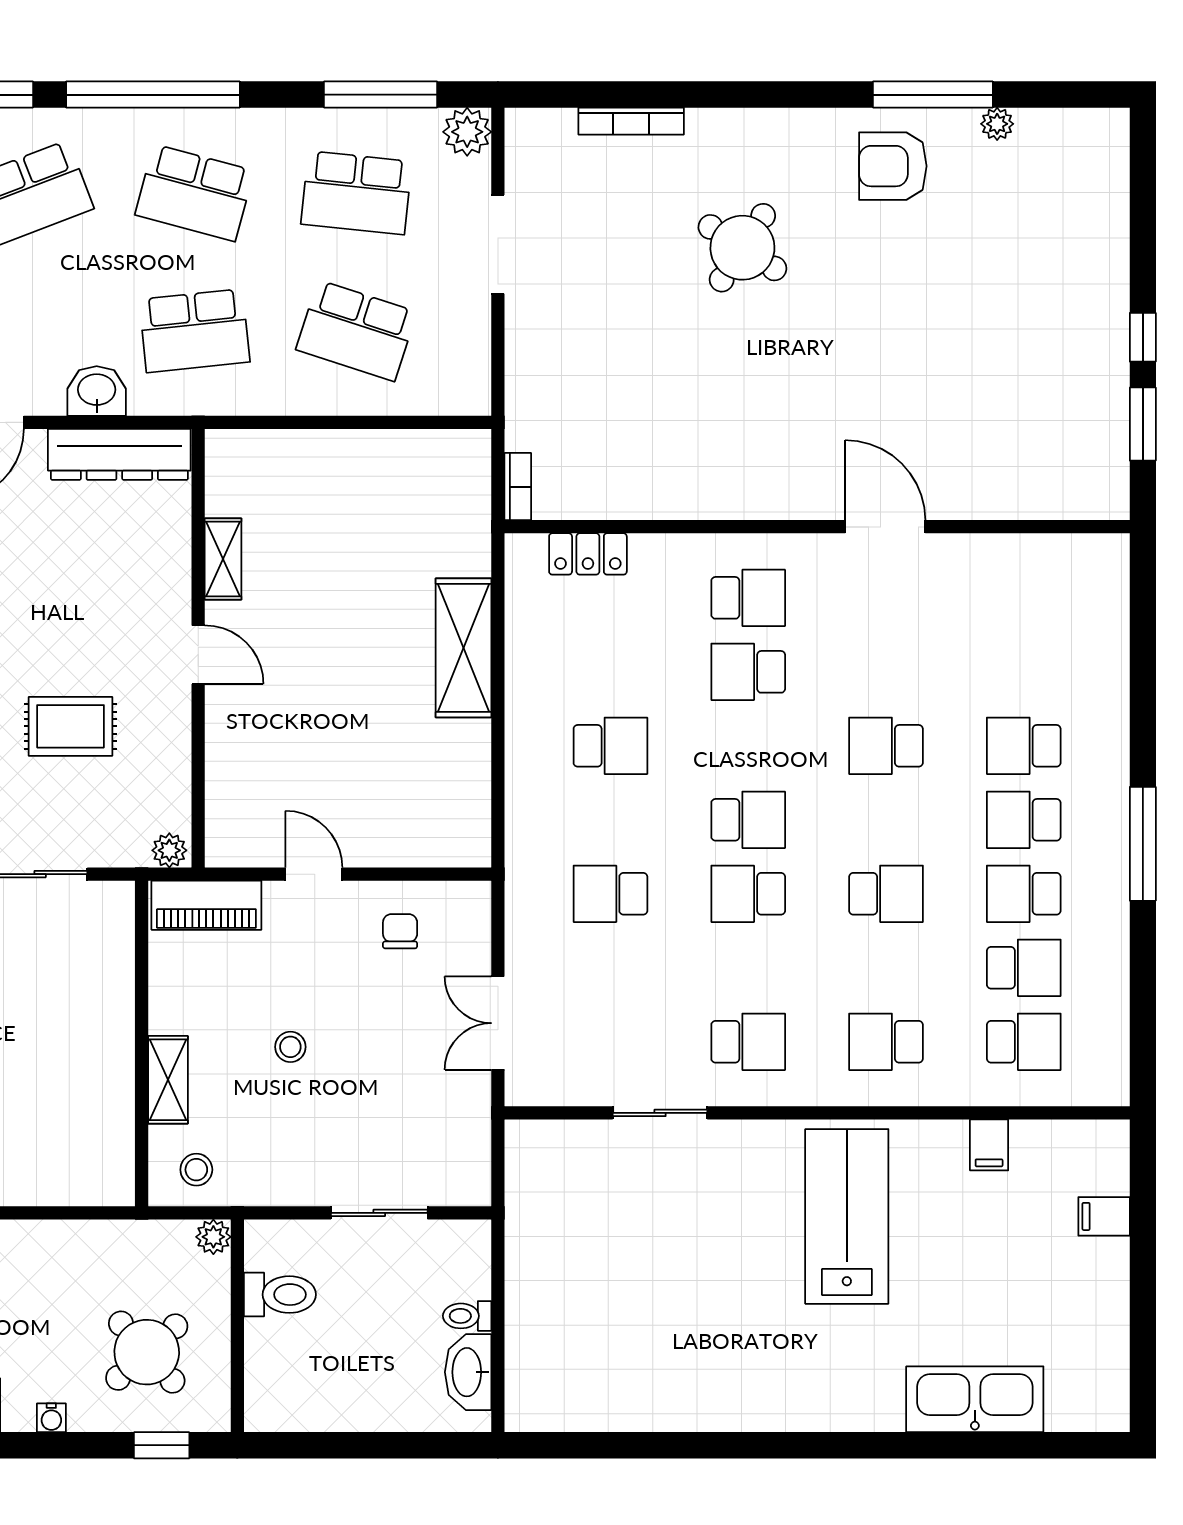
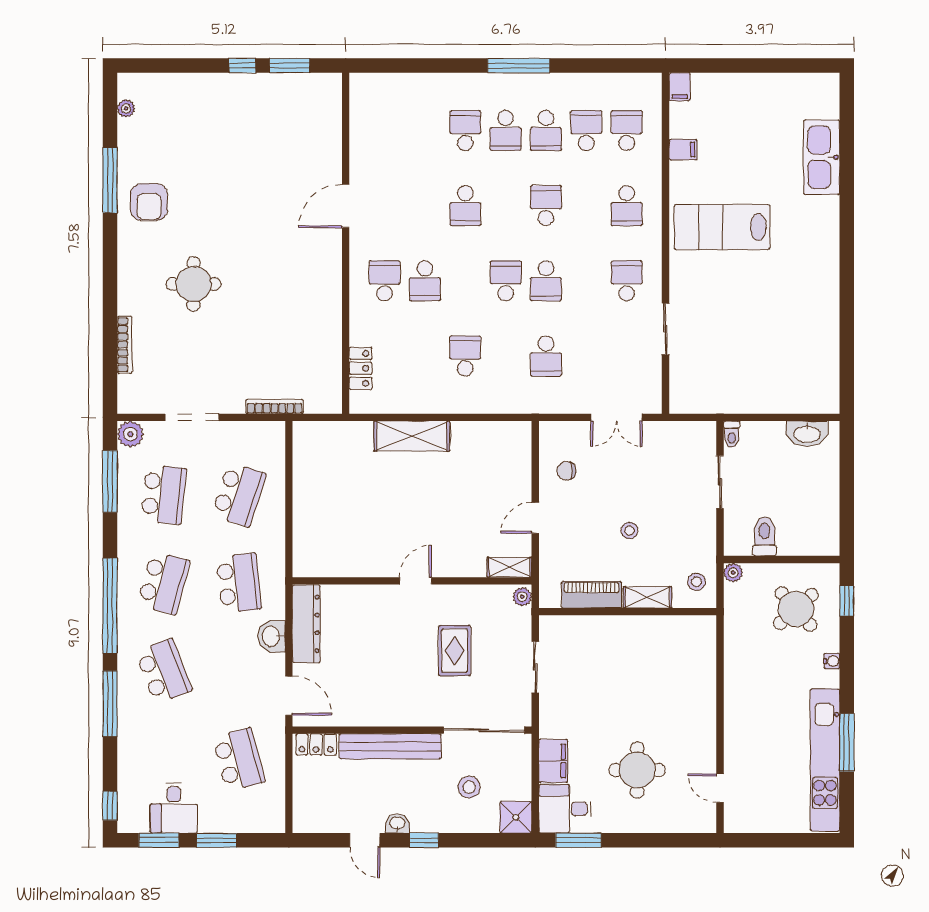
plant: (997, 124) -> (126, 109), moved
round table: (742, 248) -> (194, 284), turned -33
bookcase: (518, 487) -> (275, 407), moved, width x1.56
shelving: (223, 559) -> (509, 567), moved
school desk: (1024, 746) -> (465, 131), turned 180
piano: (206, 905) -> (592, 595), moved, turned -90
filing cabinet: (1104, 1216) -> (680, 87), moved
toilet: (467, 1316) -> (732, 434), moved

